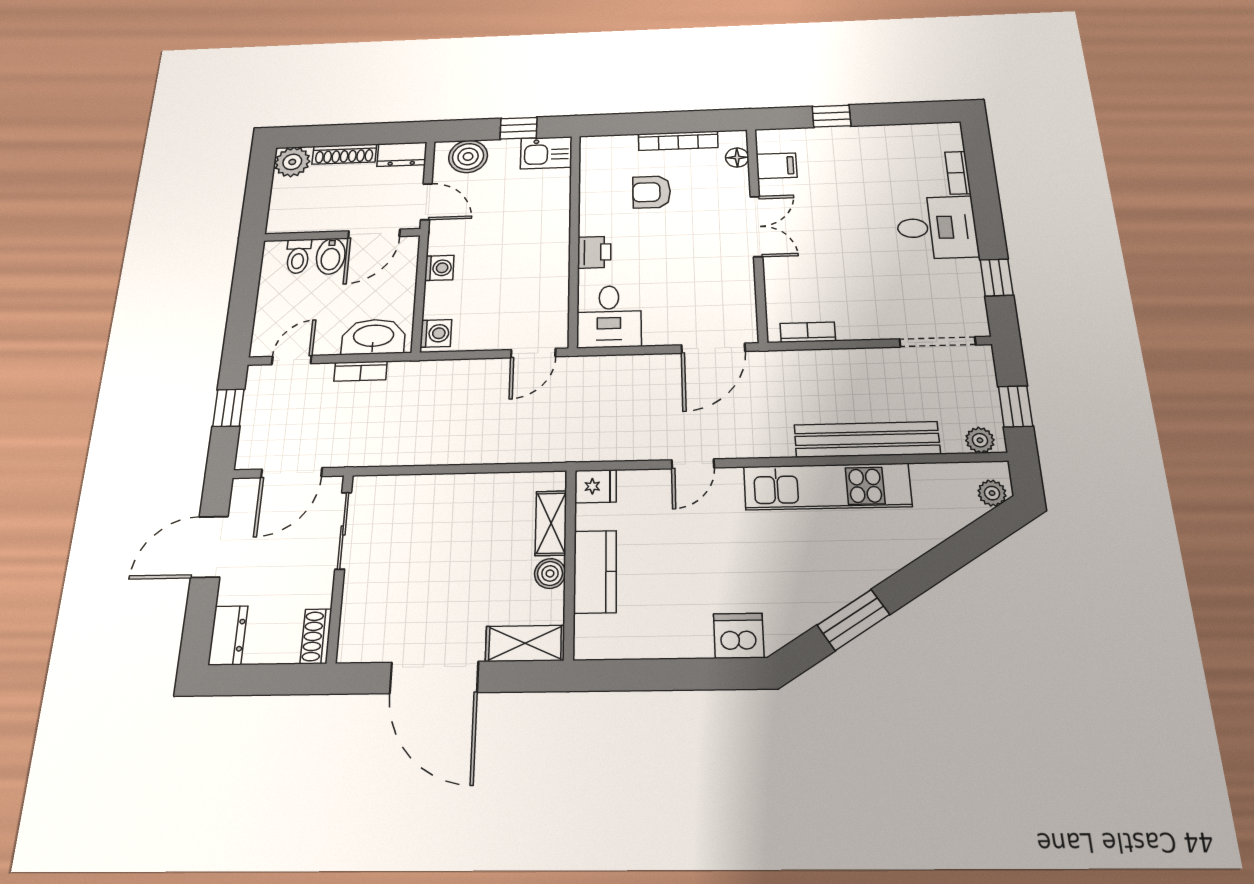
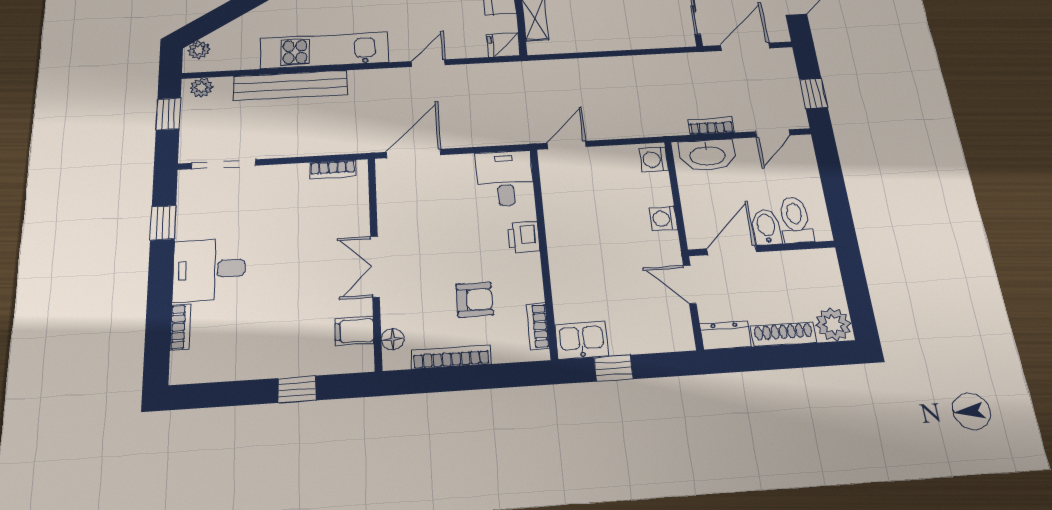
boiler: (468, 156) -> (659, 334), removed
bookcase: (589, 166) -> (538, 326), added
toilet: (298, 256) -> (795, 220), width x1.37, depth x1.39

